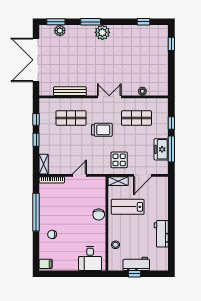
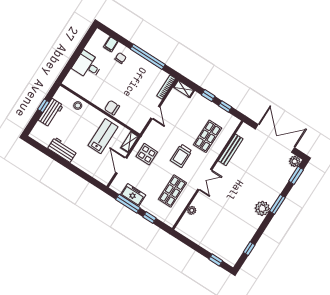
plant: (60, 31) -> (295, 161), moved
desk: (90, 258) -> (88, 65), moved
filing cabinet: (46, 264) -> (111, 44), moved

